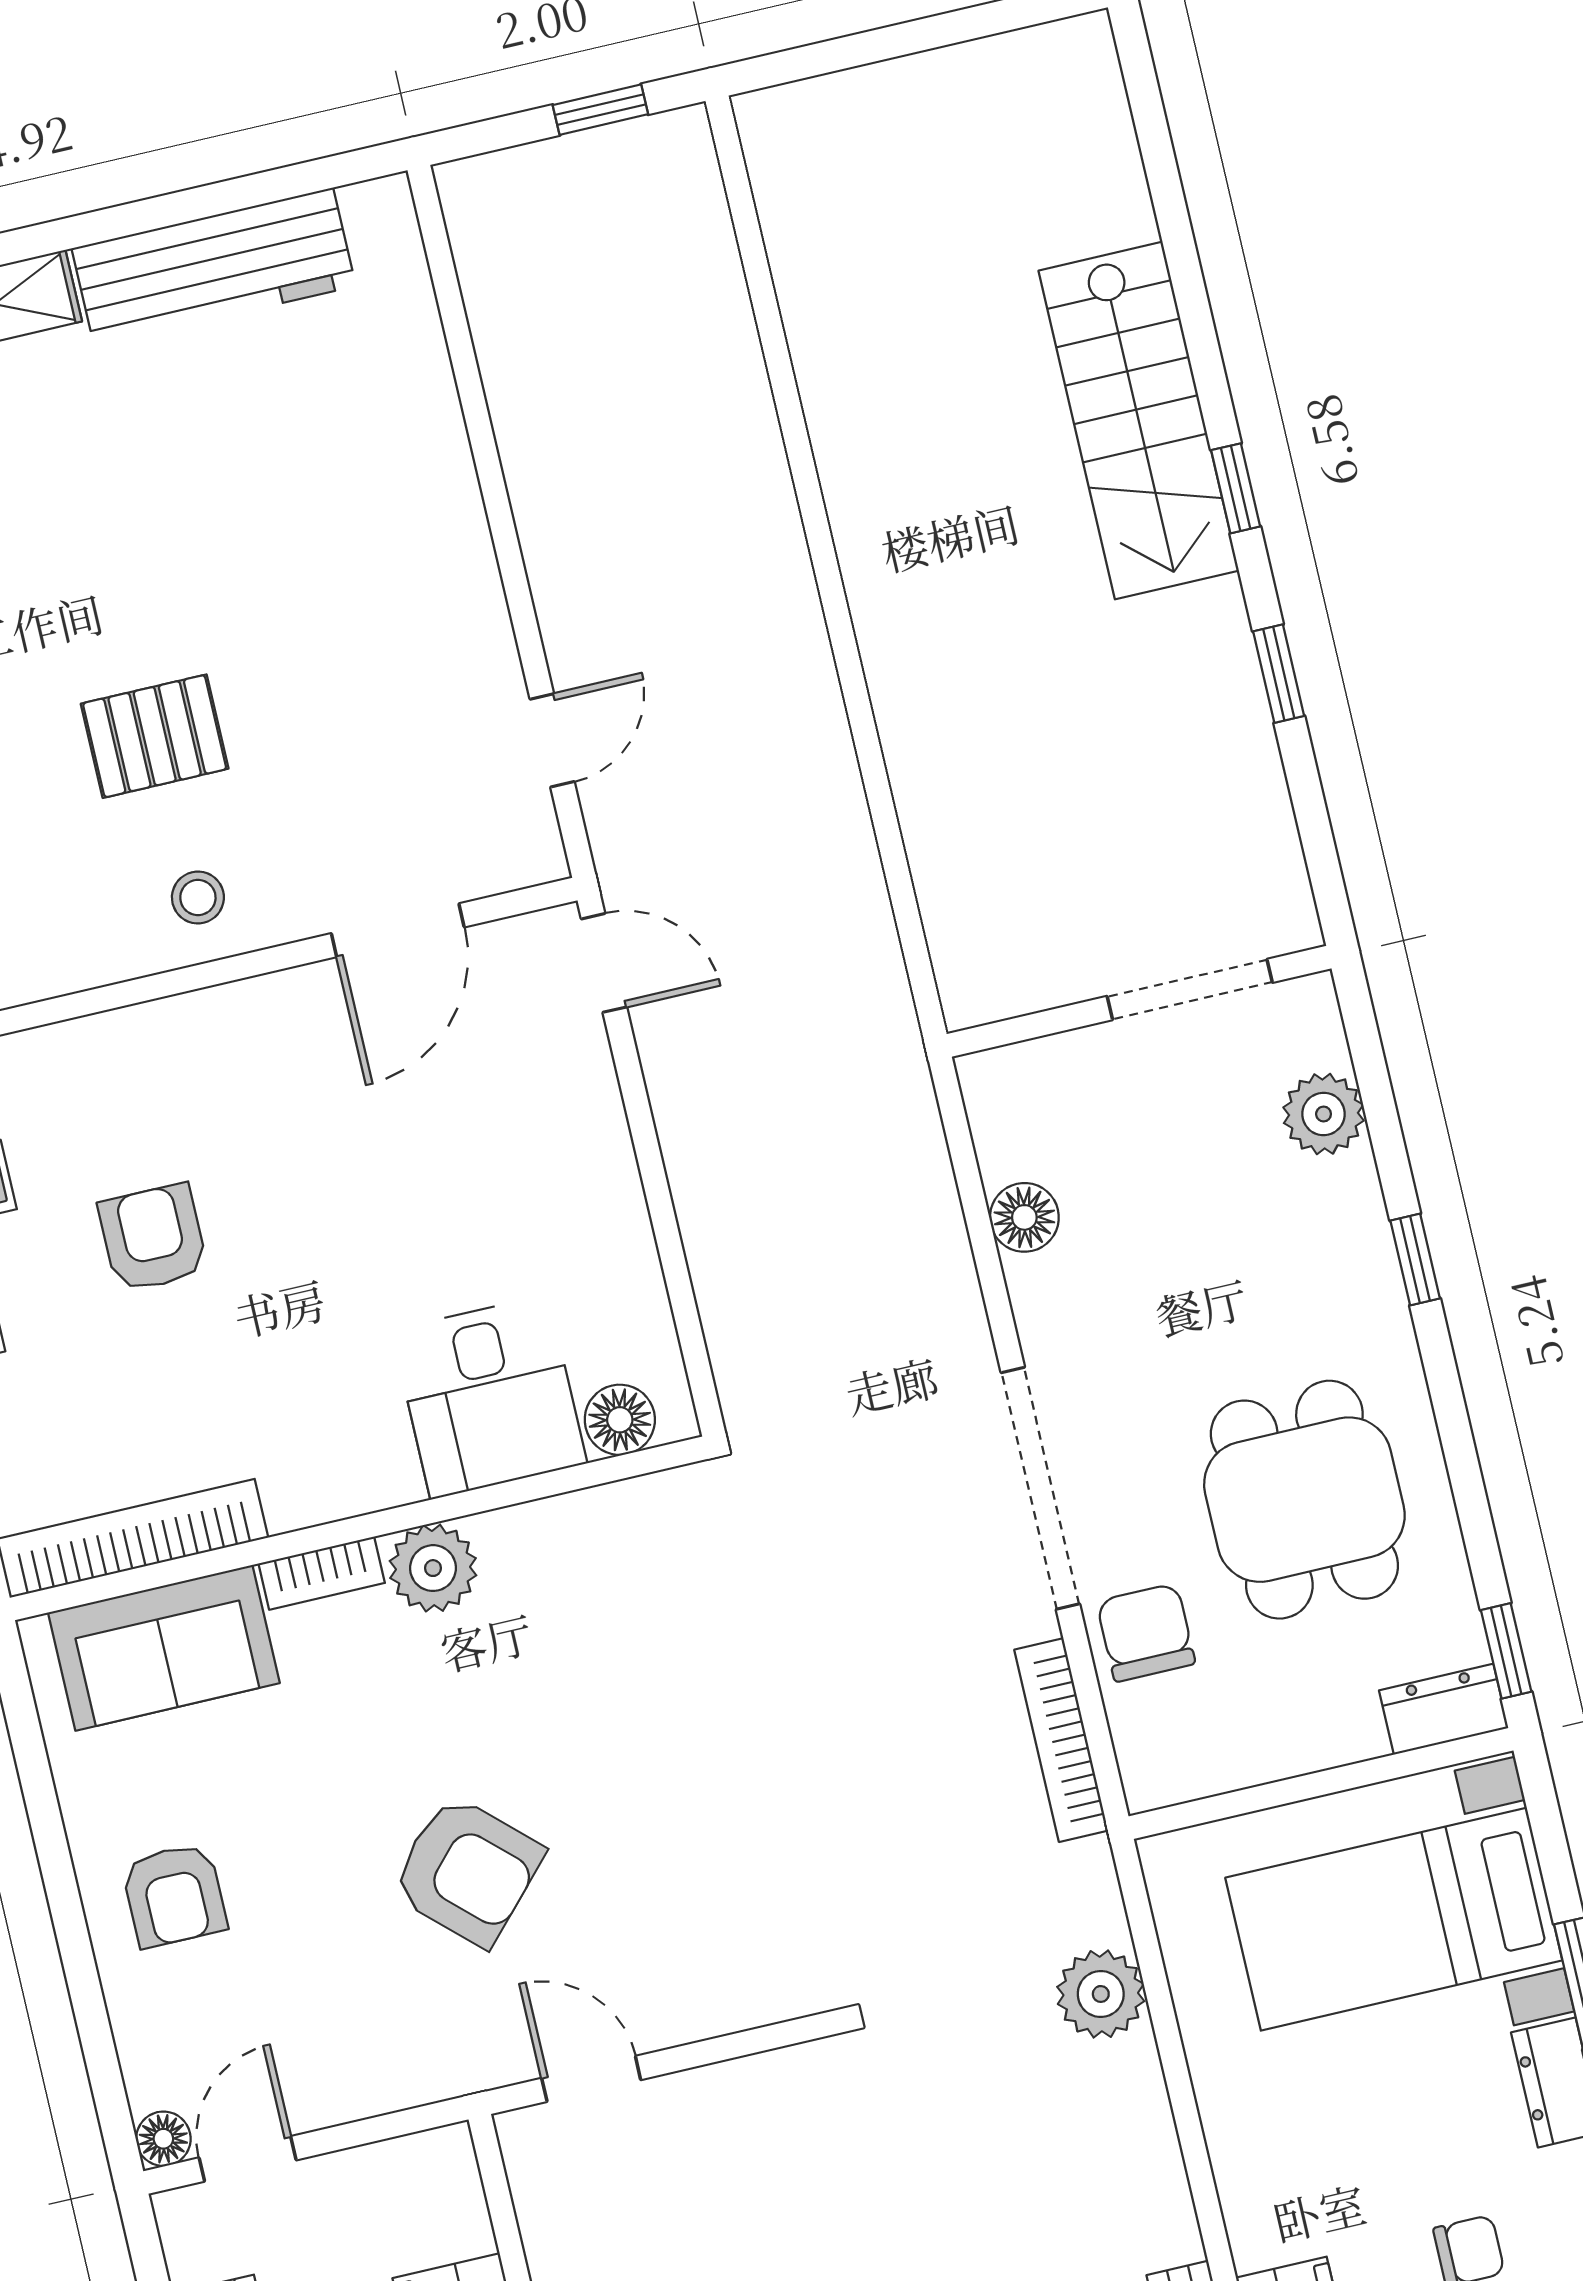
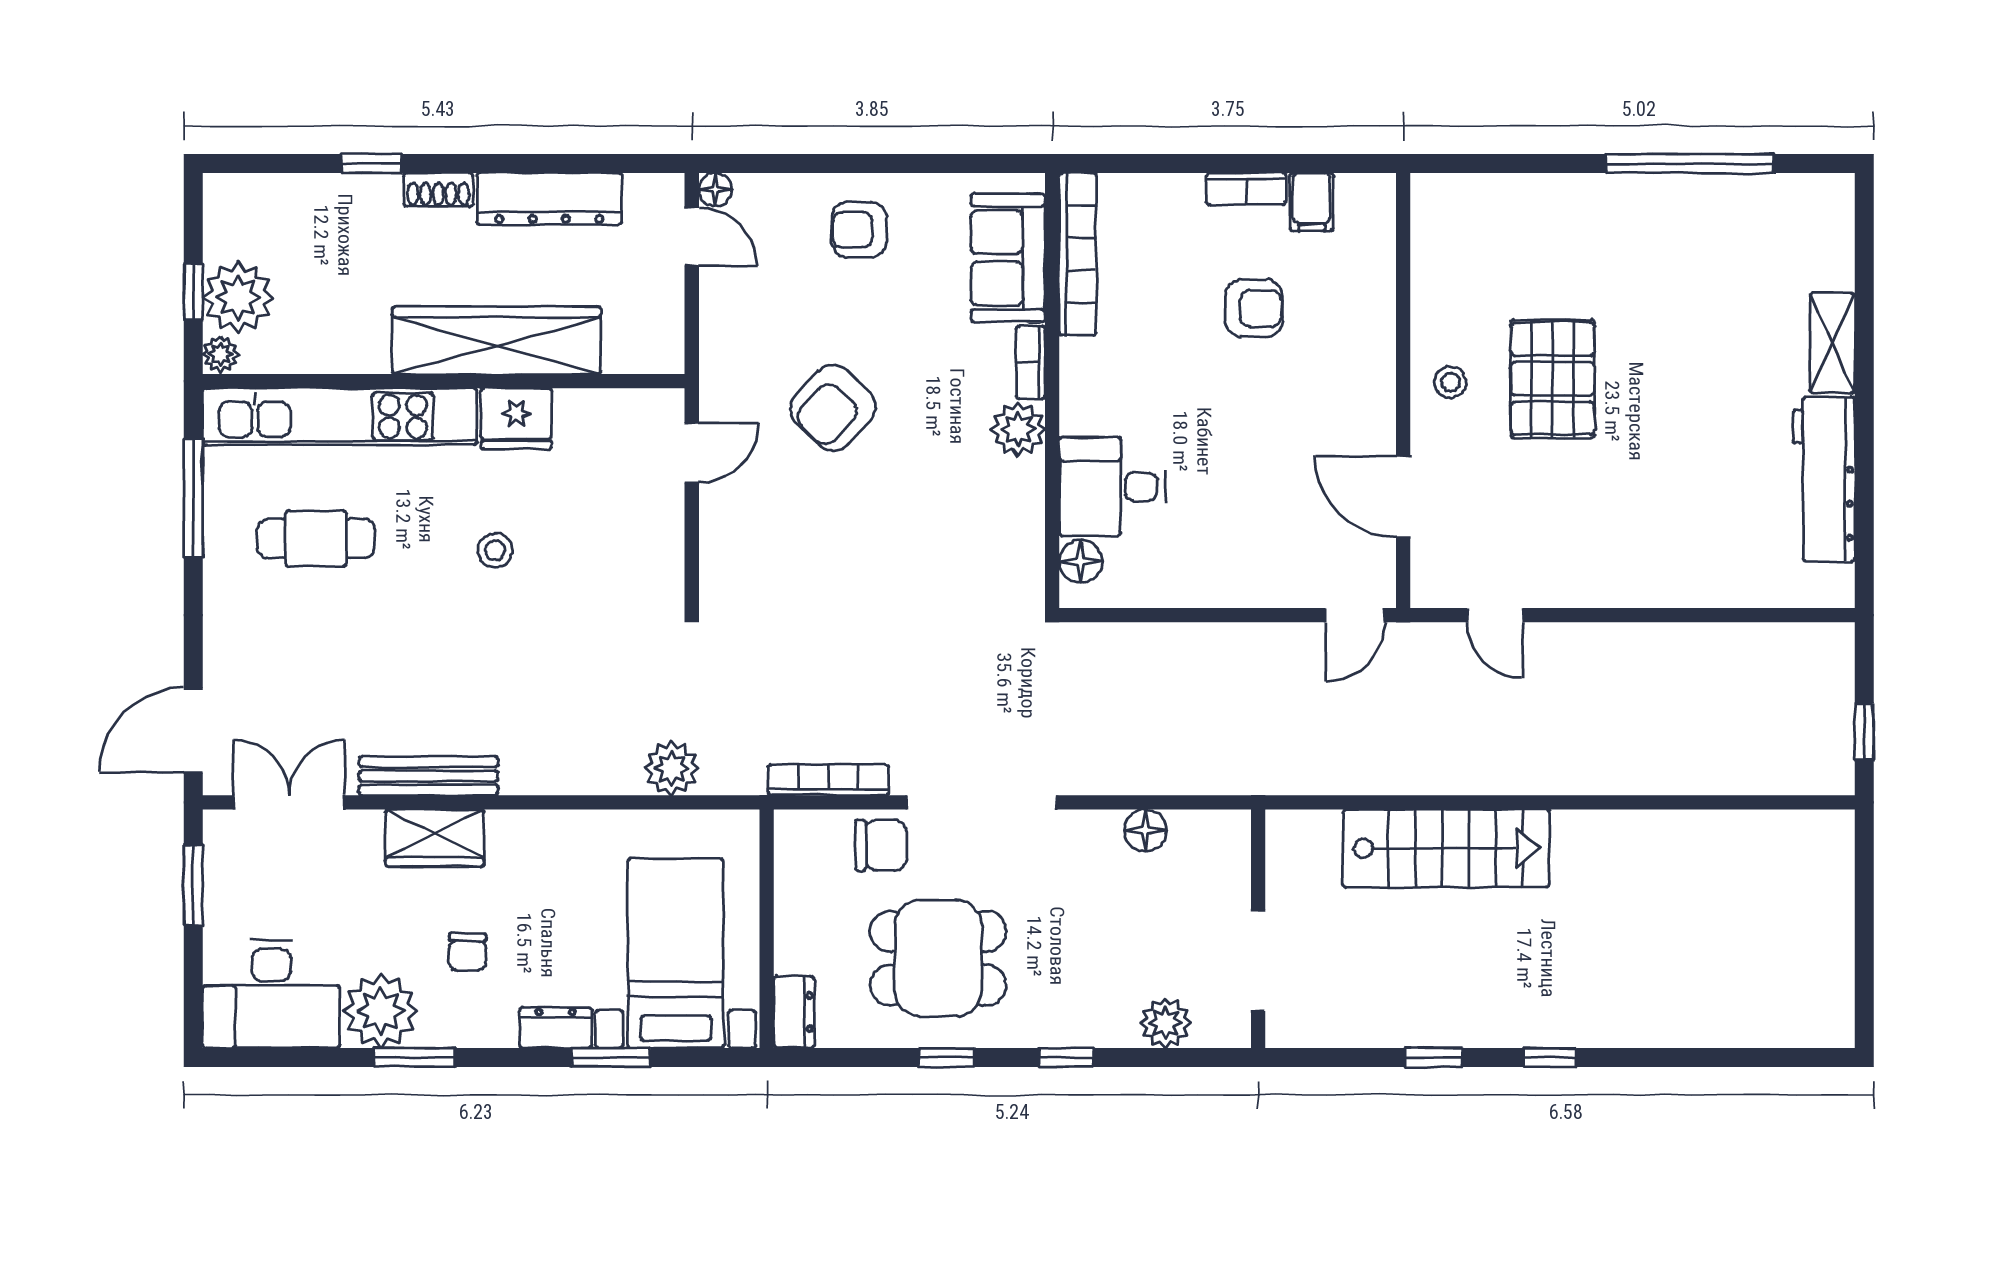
stairs: (1139, 421) -> (1446, 848), moved, turned 180
pallet: (155, 736) -> (1553, 379), width x1.50, depth x1.42
window: (1506, 1651) -> (947, 1057), moved

